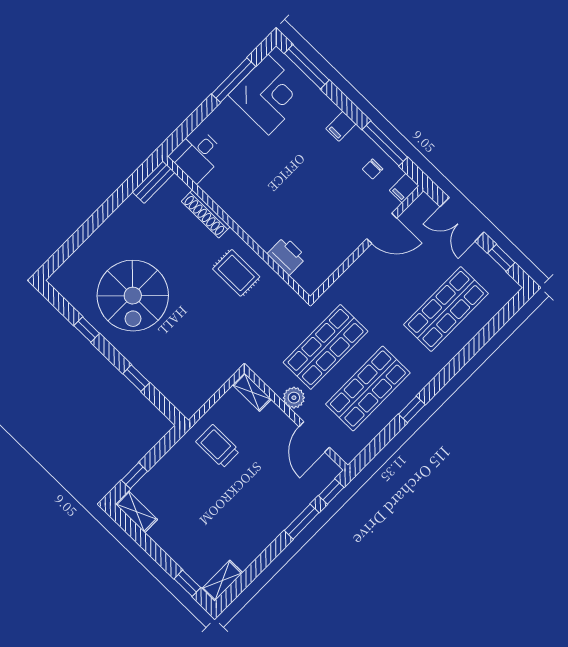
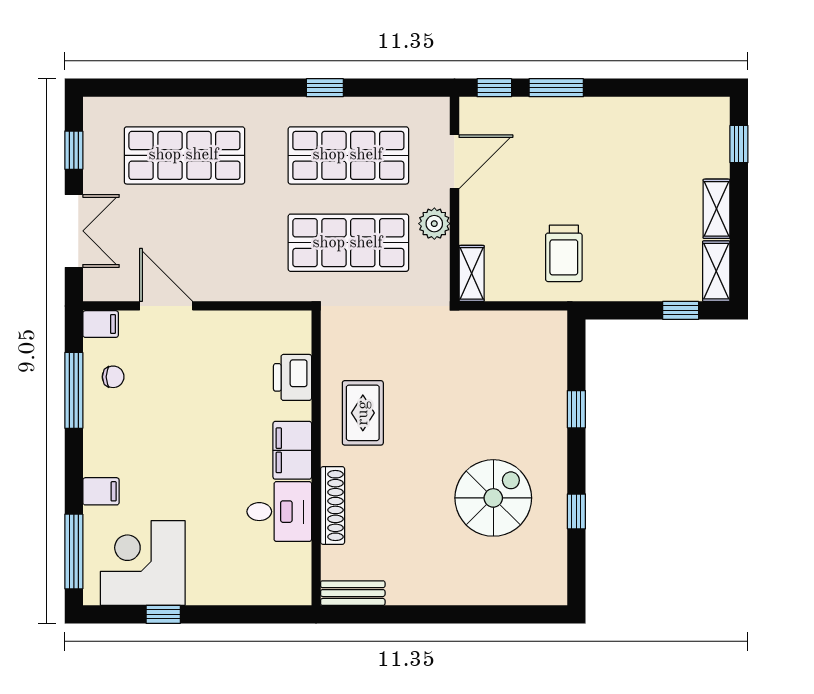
window: (234, 80) -> (163, 614), width x0.46
filing cabinet: (341, 126) -> (101, 491), moved
desk: (197, 155) -> (279, 512), moved
filing cabinet: (252, 221) -> (292, 450), added
spiral stairs: (133, 296) -> (493, 498), width x0.73, depth x0.73
shelving: (222, 581) -> (717, 209), moved, turned 90

